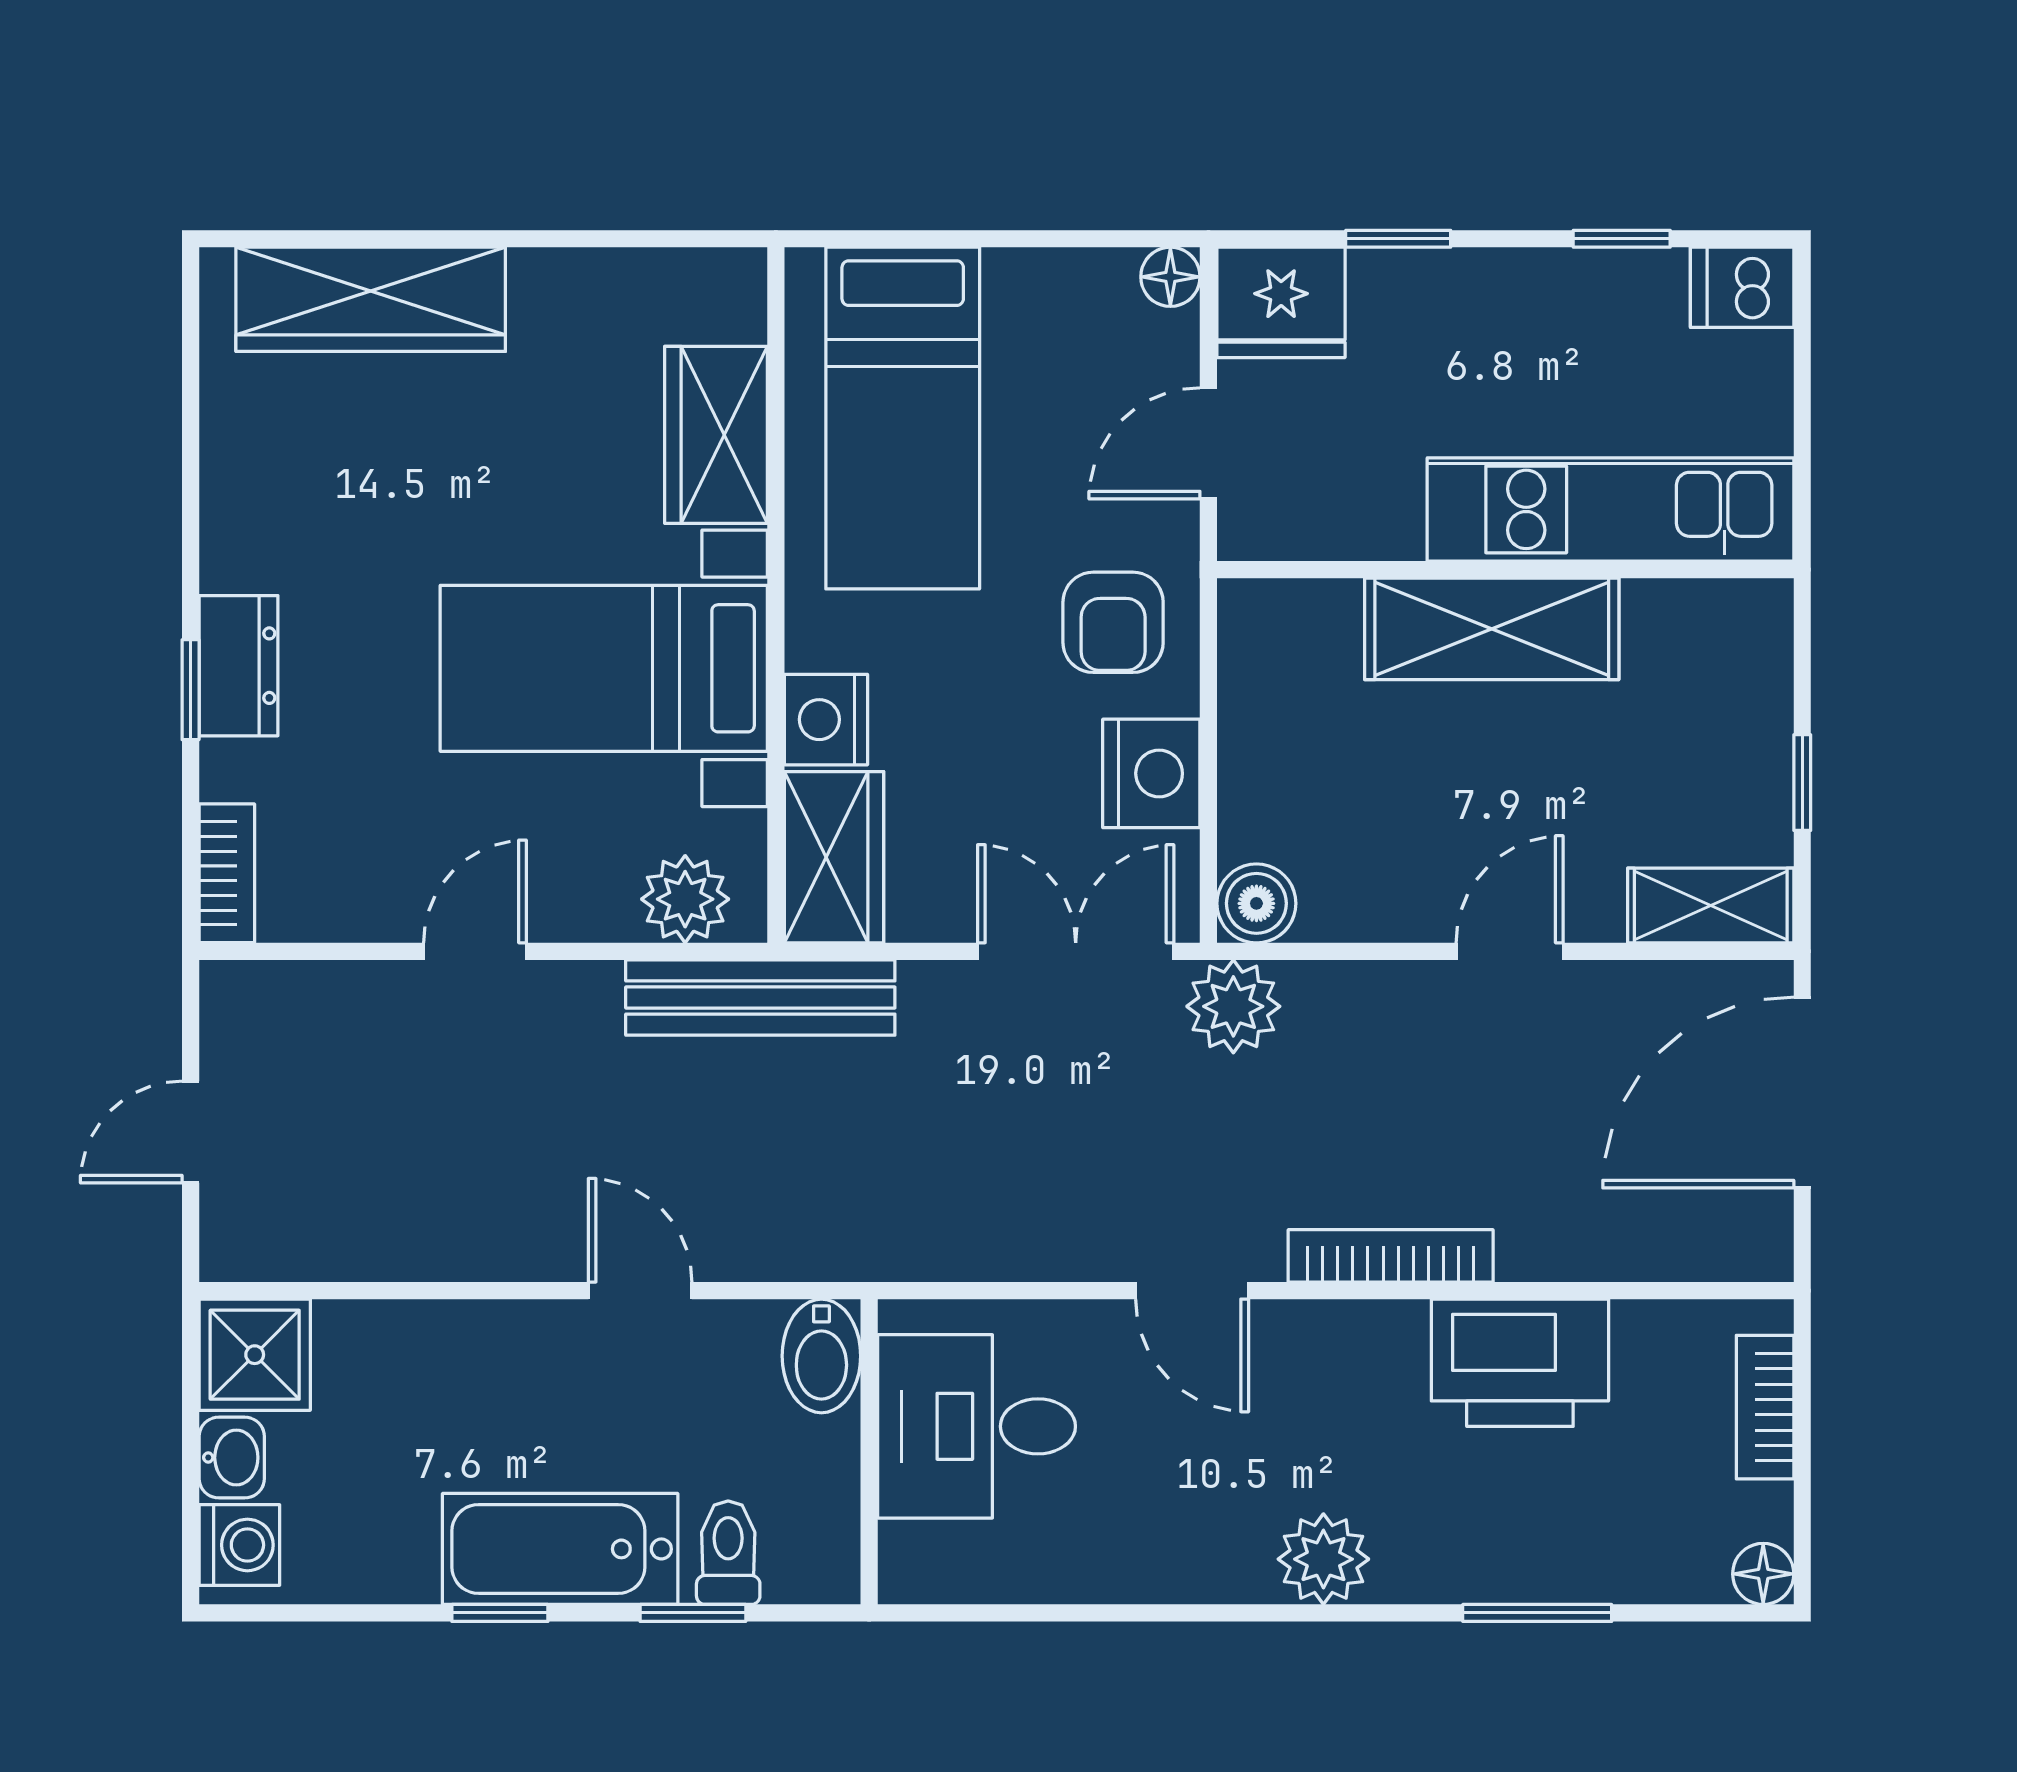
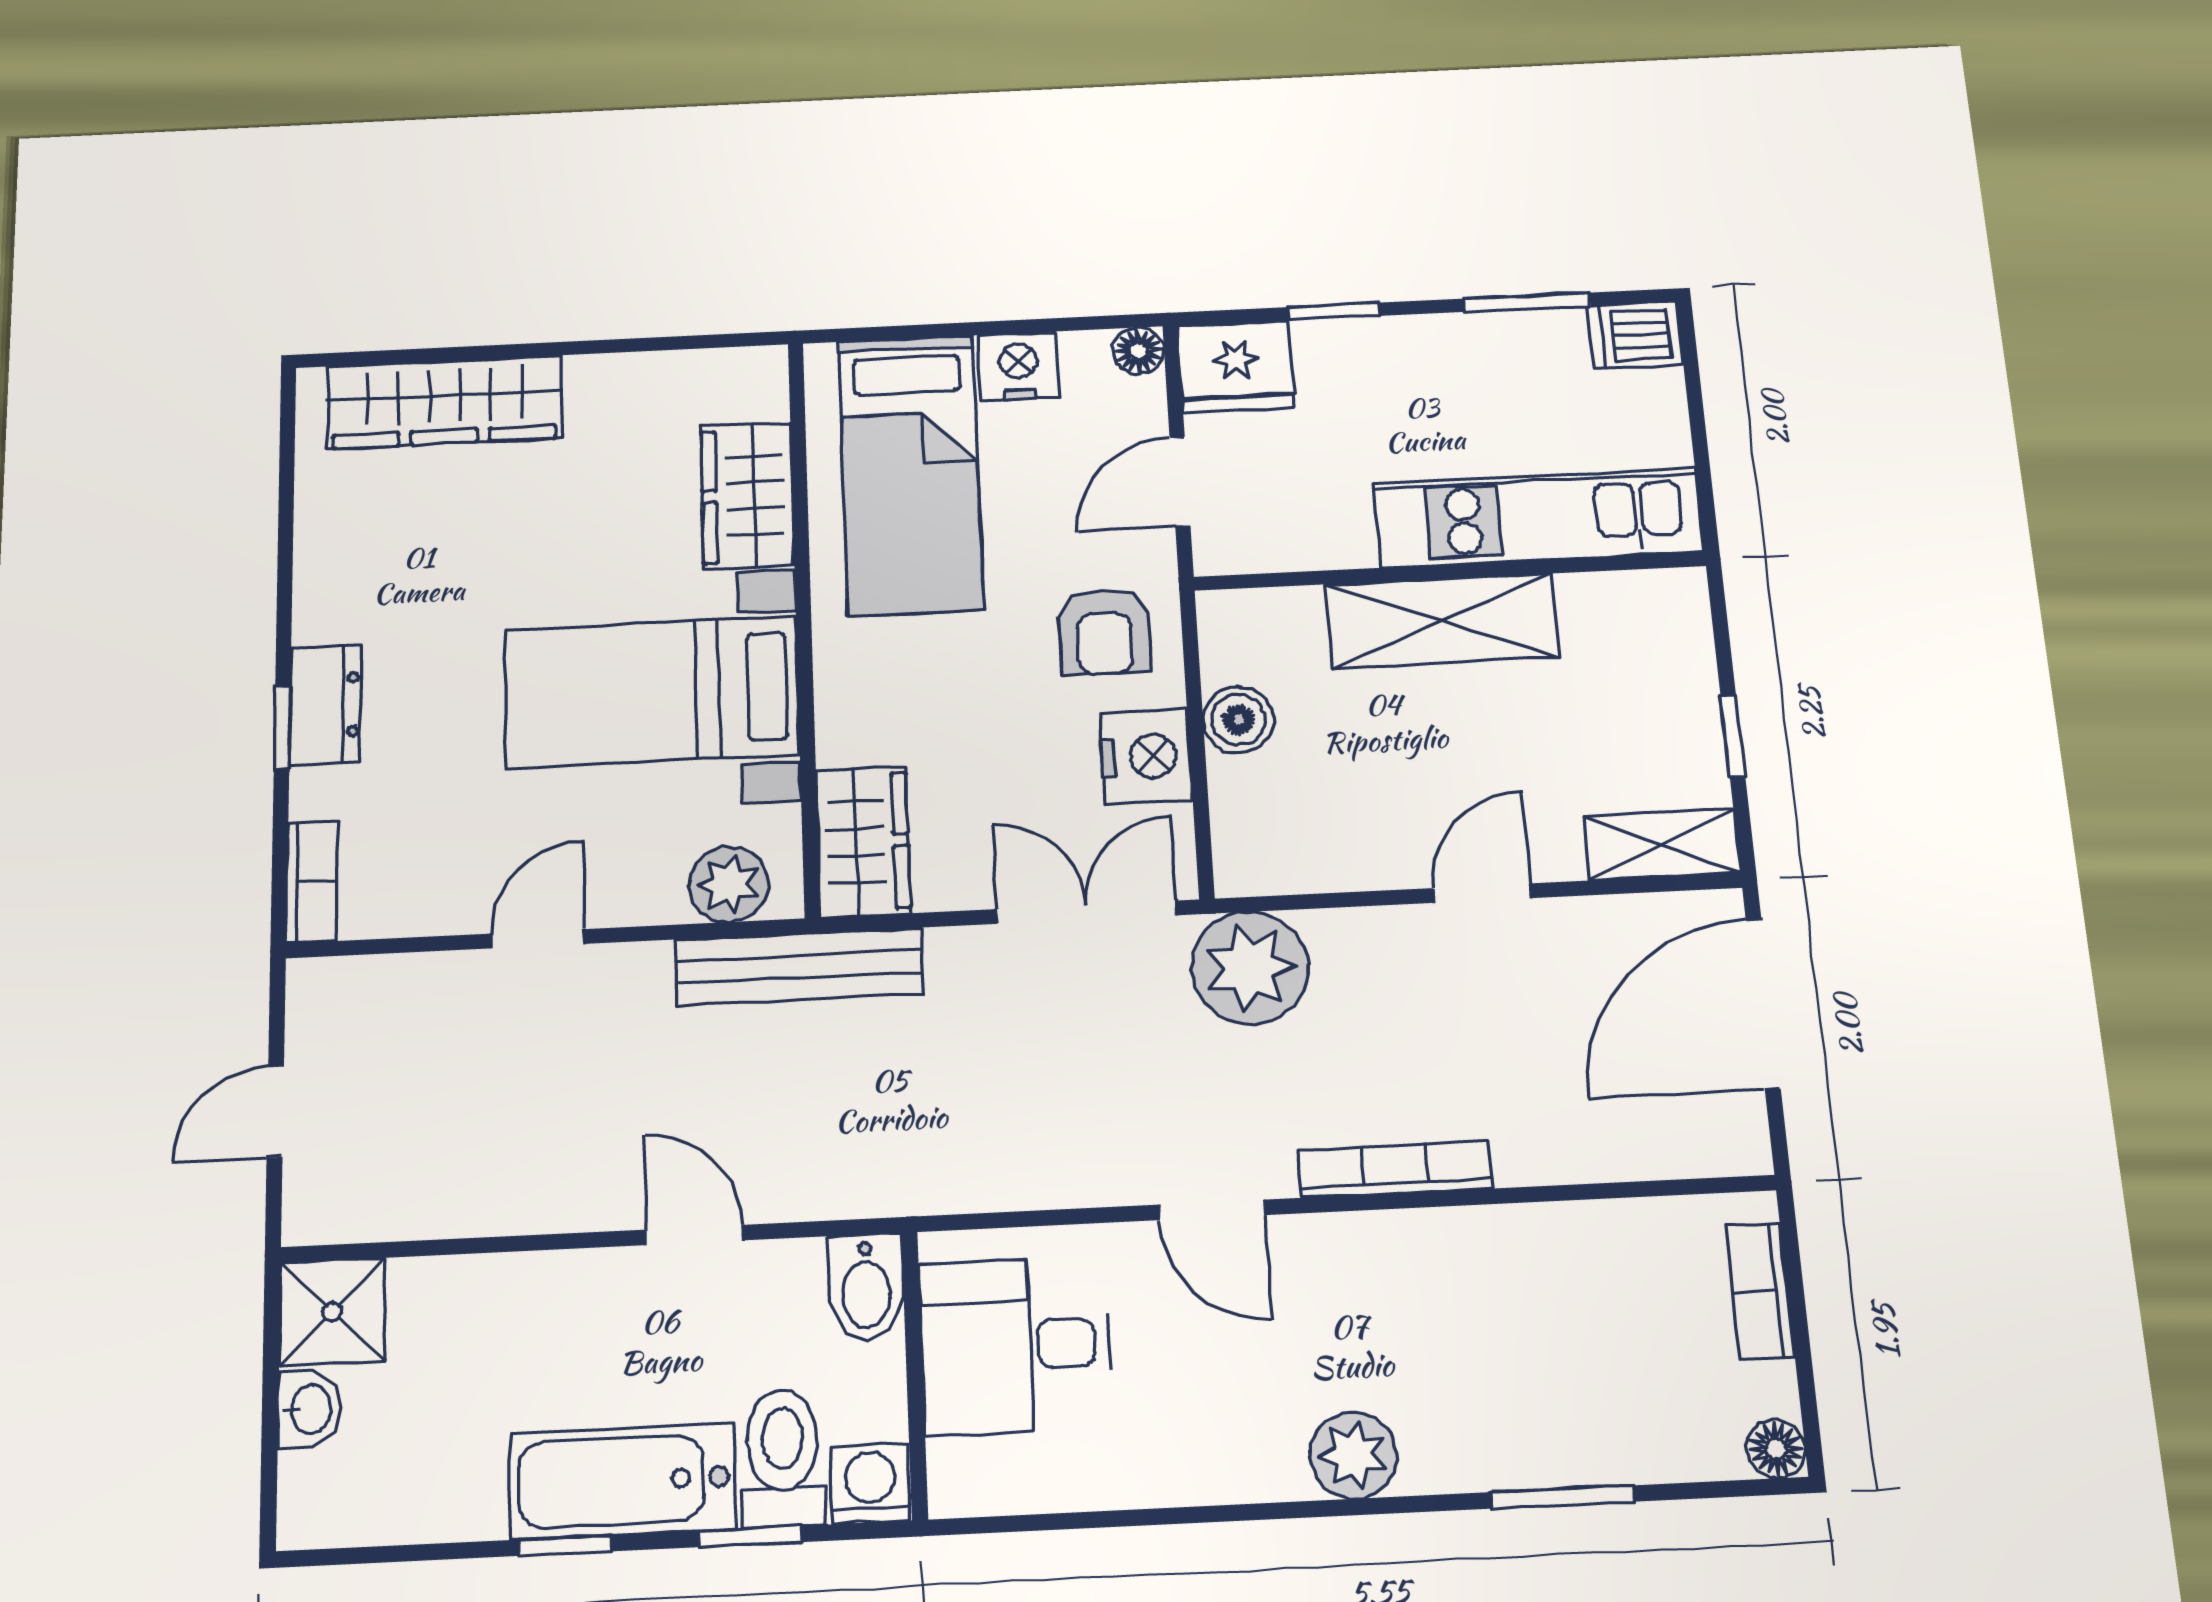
window: (1622, 239) -> (1527, 302), width x1.50
nightstand: (826, 720) -> (1018, 366), moved, turned 90
boiler: (1256, 903) -> (1239, 720), moved
plant: (1233, 1006) -> (1250, 967), width x1.36, depth x1.36
printer: (1520, 1363) -> (1525, 1261), removed
washing machine: (239, 1545) -> (870, 1484), moved, turned -90
toilet: (728, 1553) -> (783, 1458), width x1.37, depth x1.39

